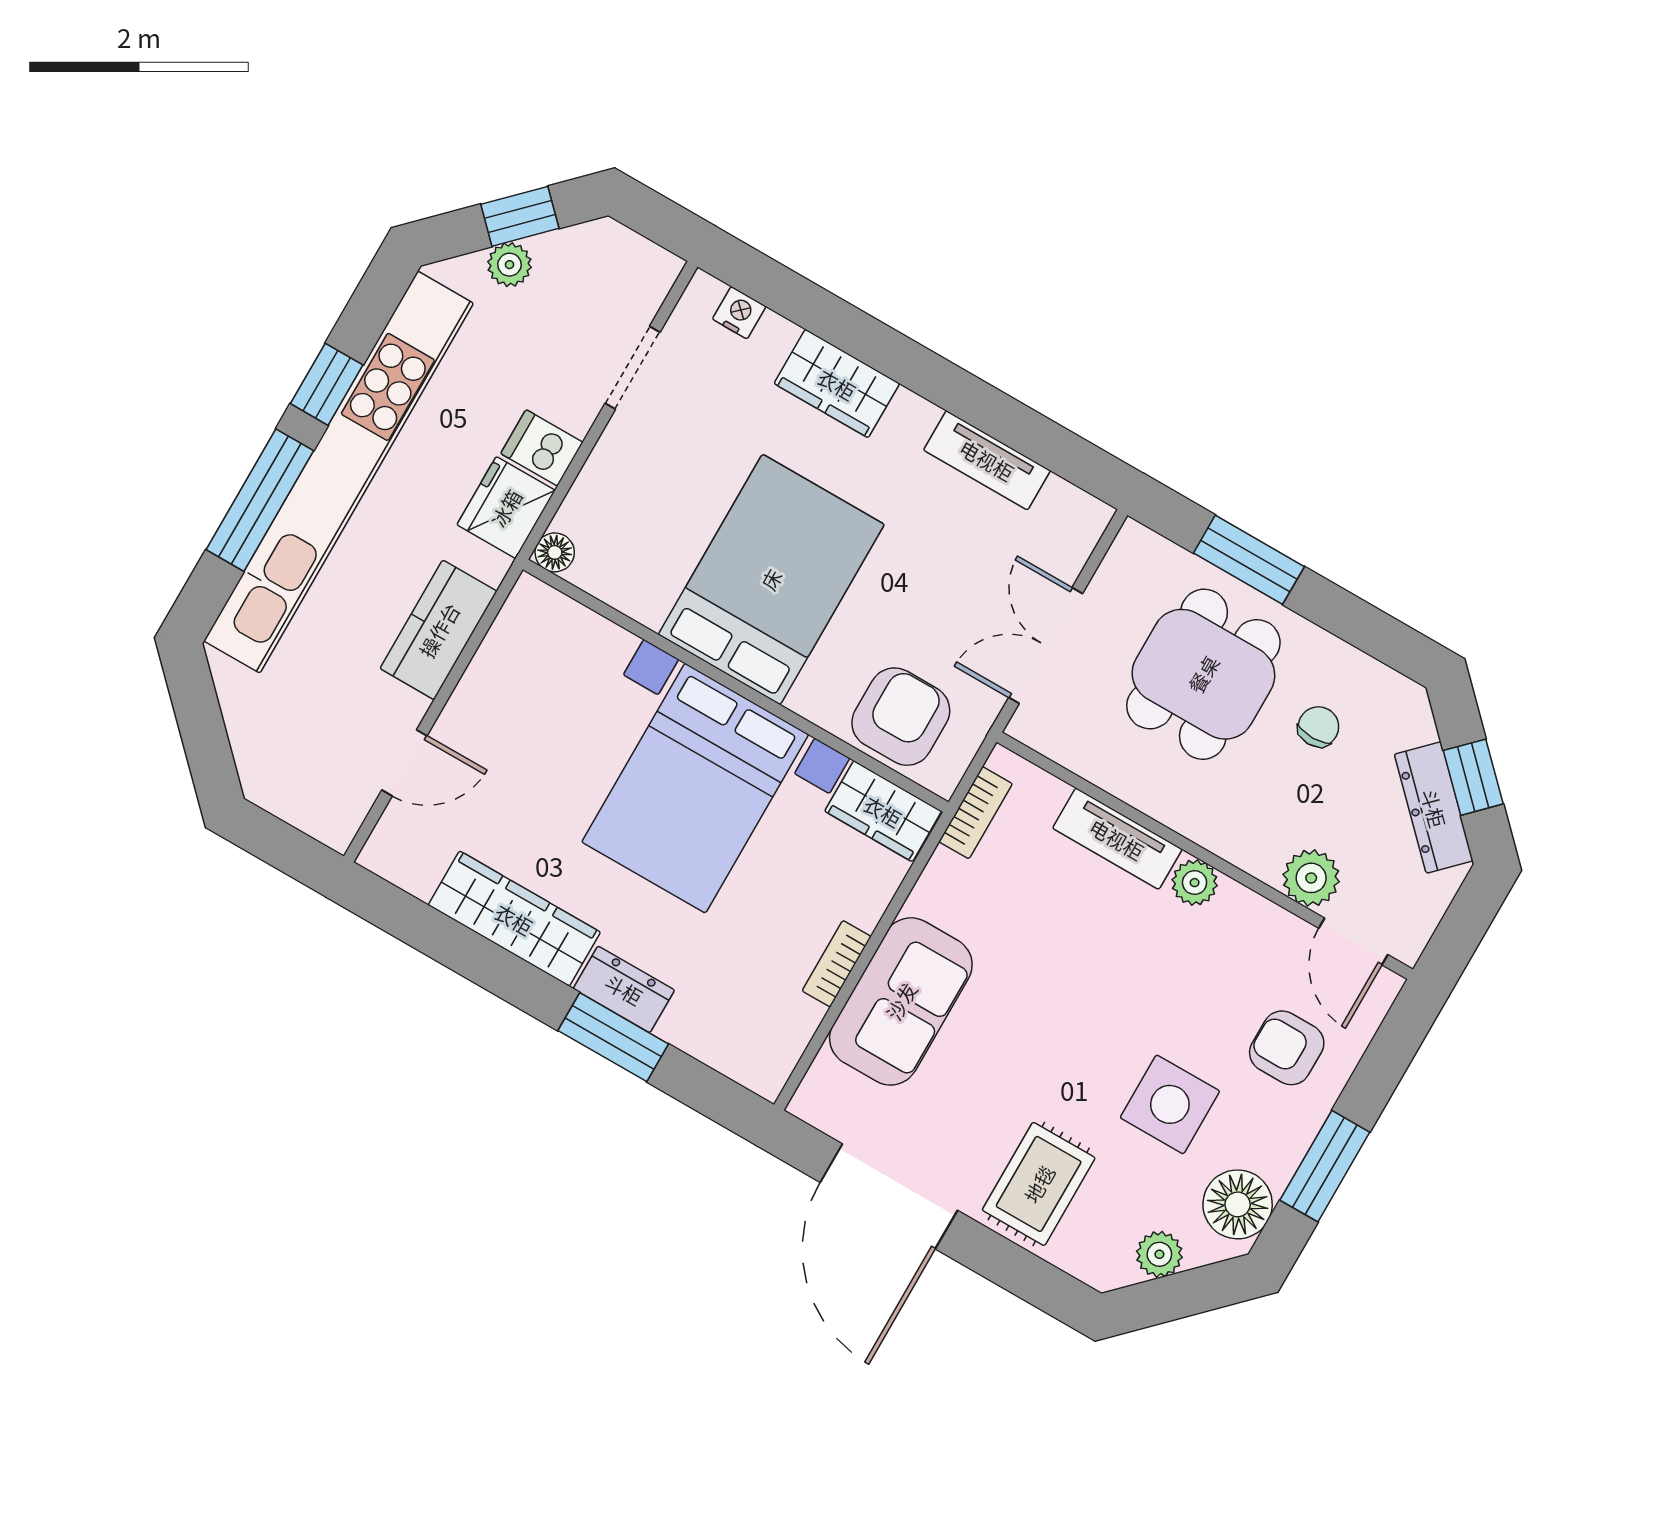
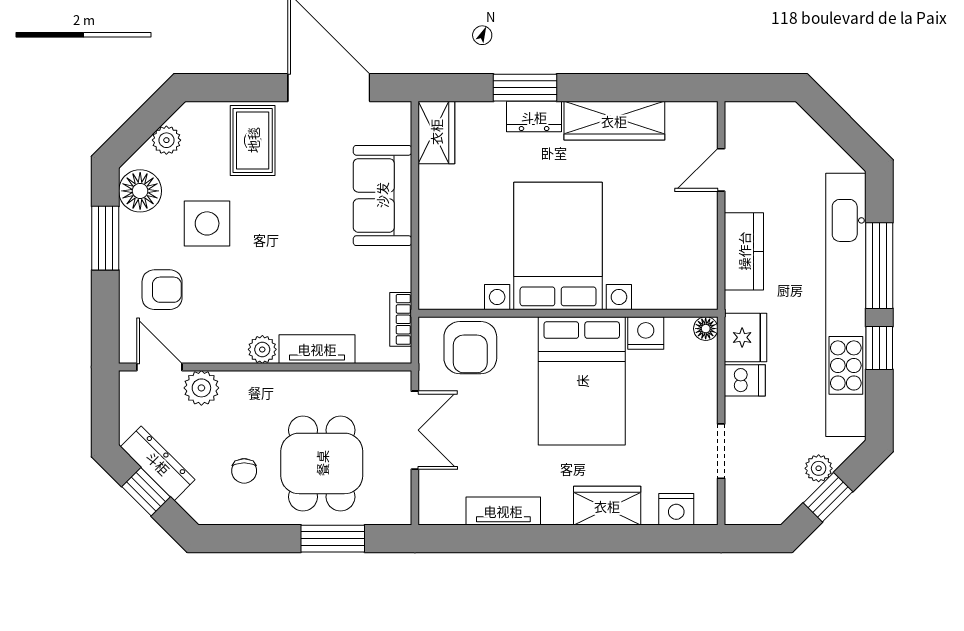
nightstand: (739, 313) -> (676, 509), width x1.39, depth x1.35
nightstand: (643, 595) -> (646, 333), added
wardrobe: (883, 811) -> (436, 132), moved, turned 90
bookcase: (837, 964) -> (428, 196), removed

